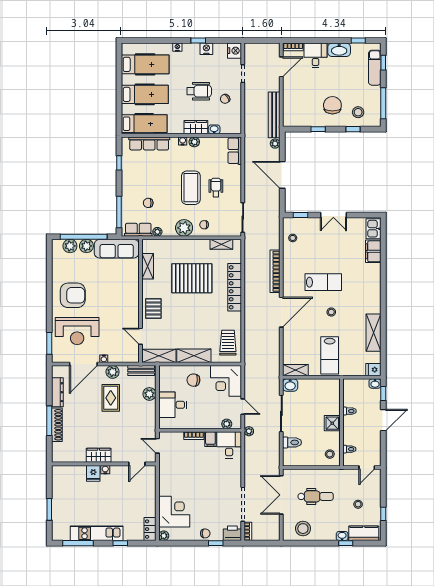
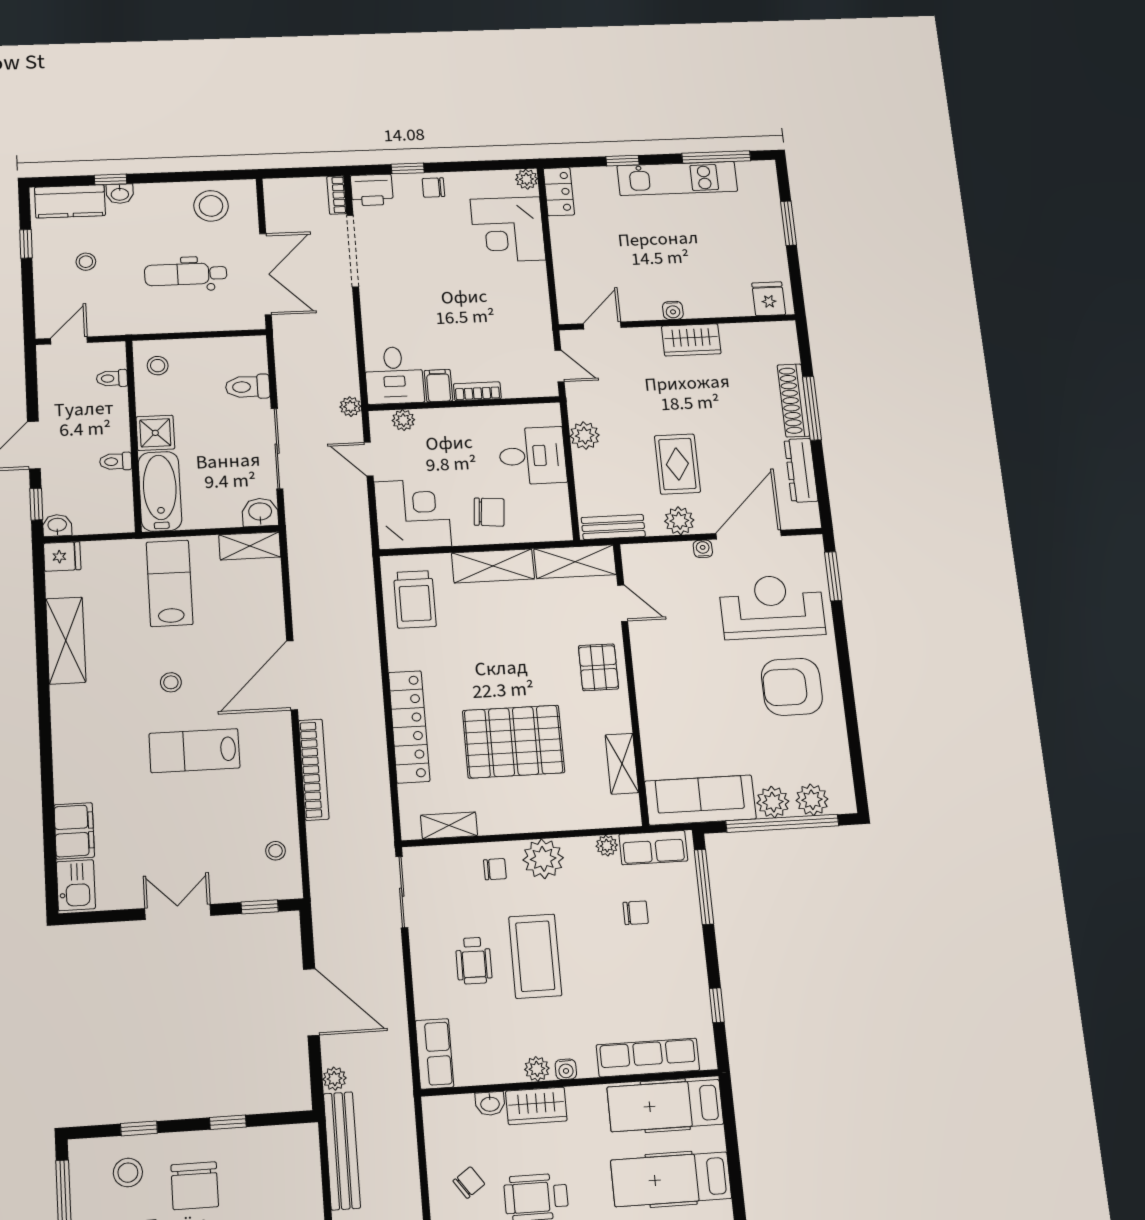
plant: (149, 394) -> (585, 436), moved
bathtub: (332, 397) -> (160, 491), added
fridge: (93, 473) -> (769, 299), moved

